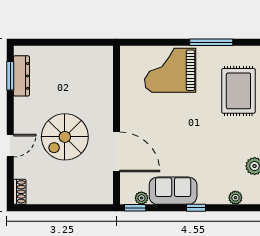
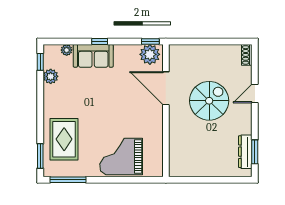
window: (211, 42) -> (68, 180), moved
grand piano: (170, 70) -> (121, 156), turned 180
sofa: (173, 191) -> (93, 56), moved
plant: (141, 198) -> (150, 54), width x1.88, depth x1.88

